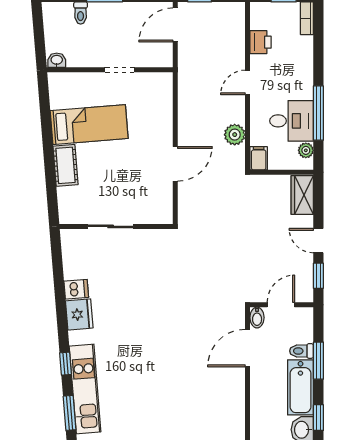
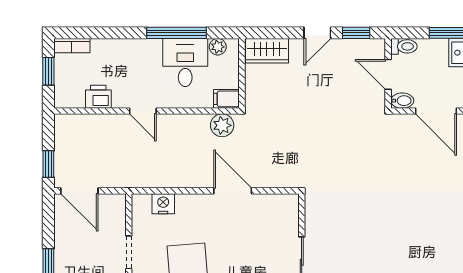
nightstand: (164, 101) -> (163, 204), added
plant: (235, 135) -> (222, 125), moved
toilet: (302, 351) -> (404, 46), moved, turned -90

